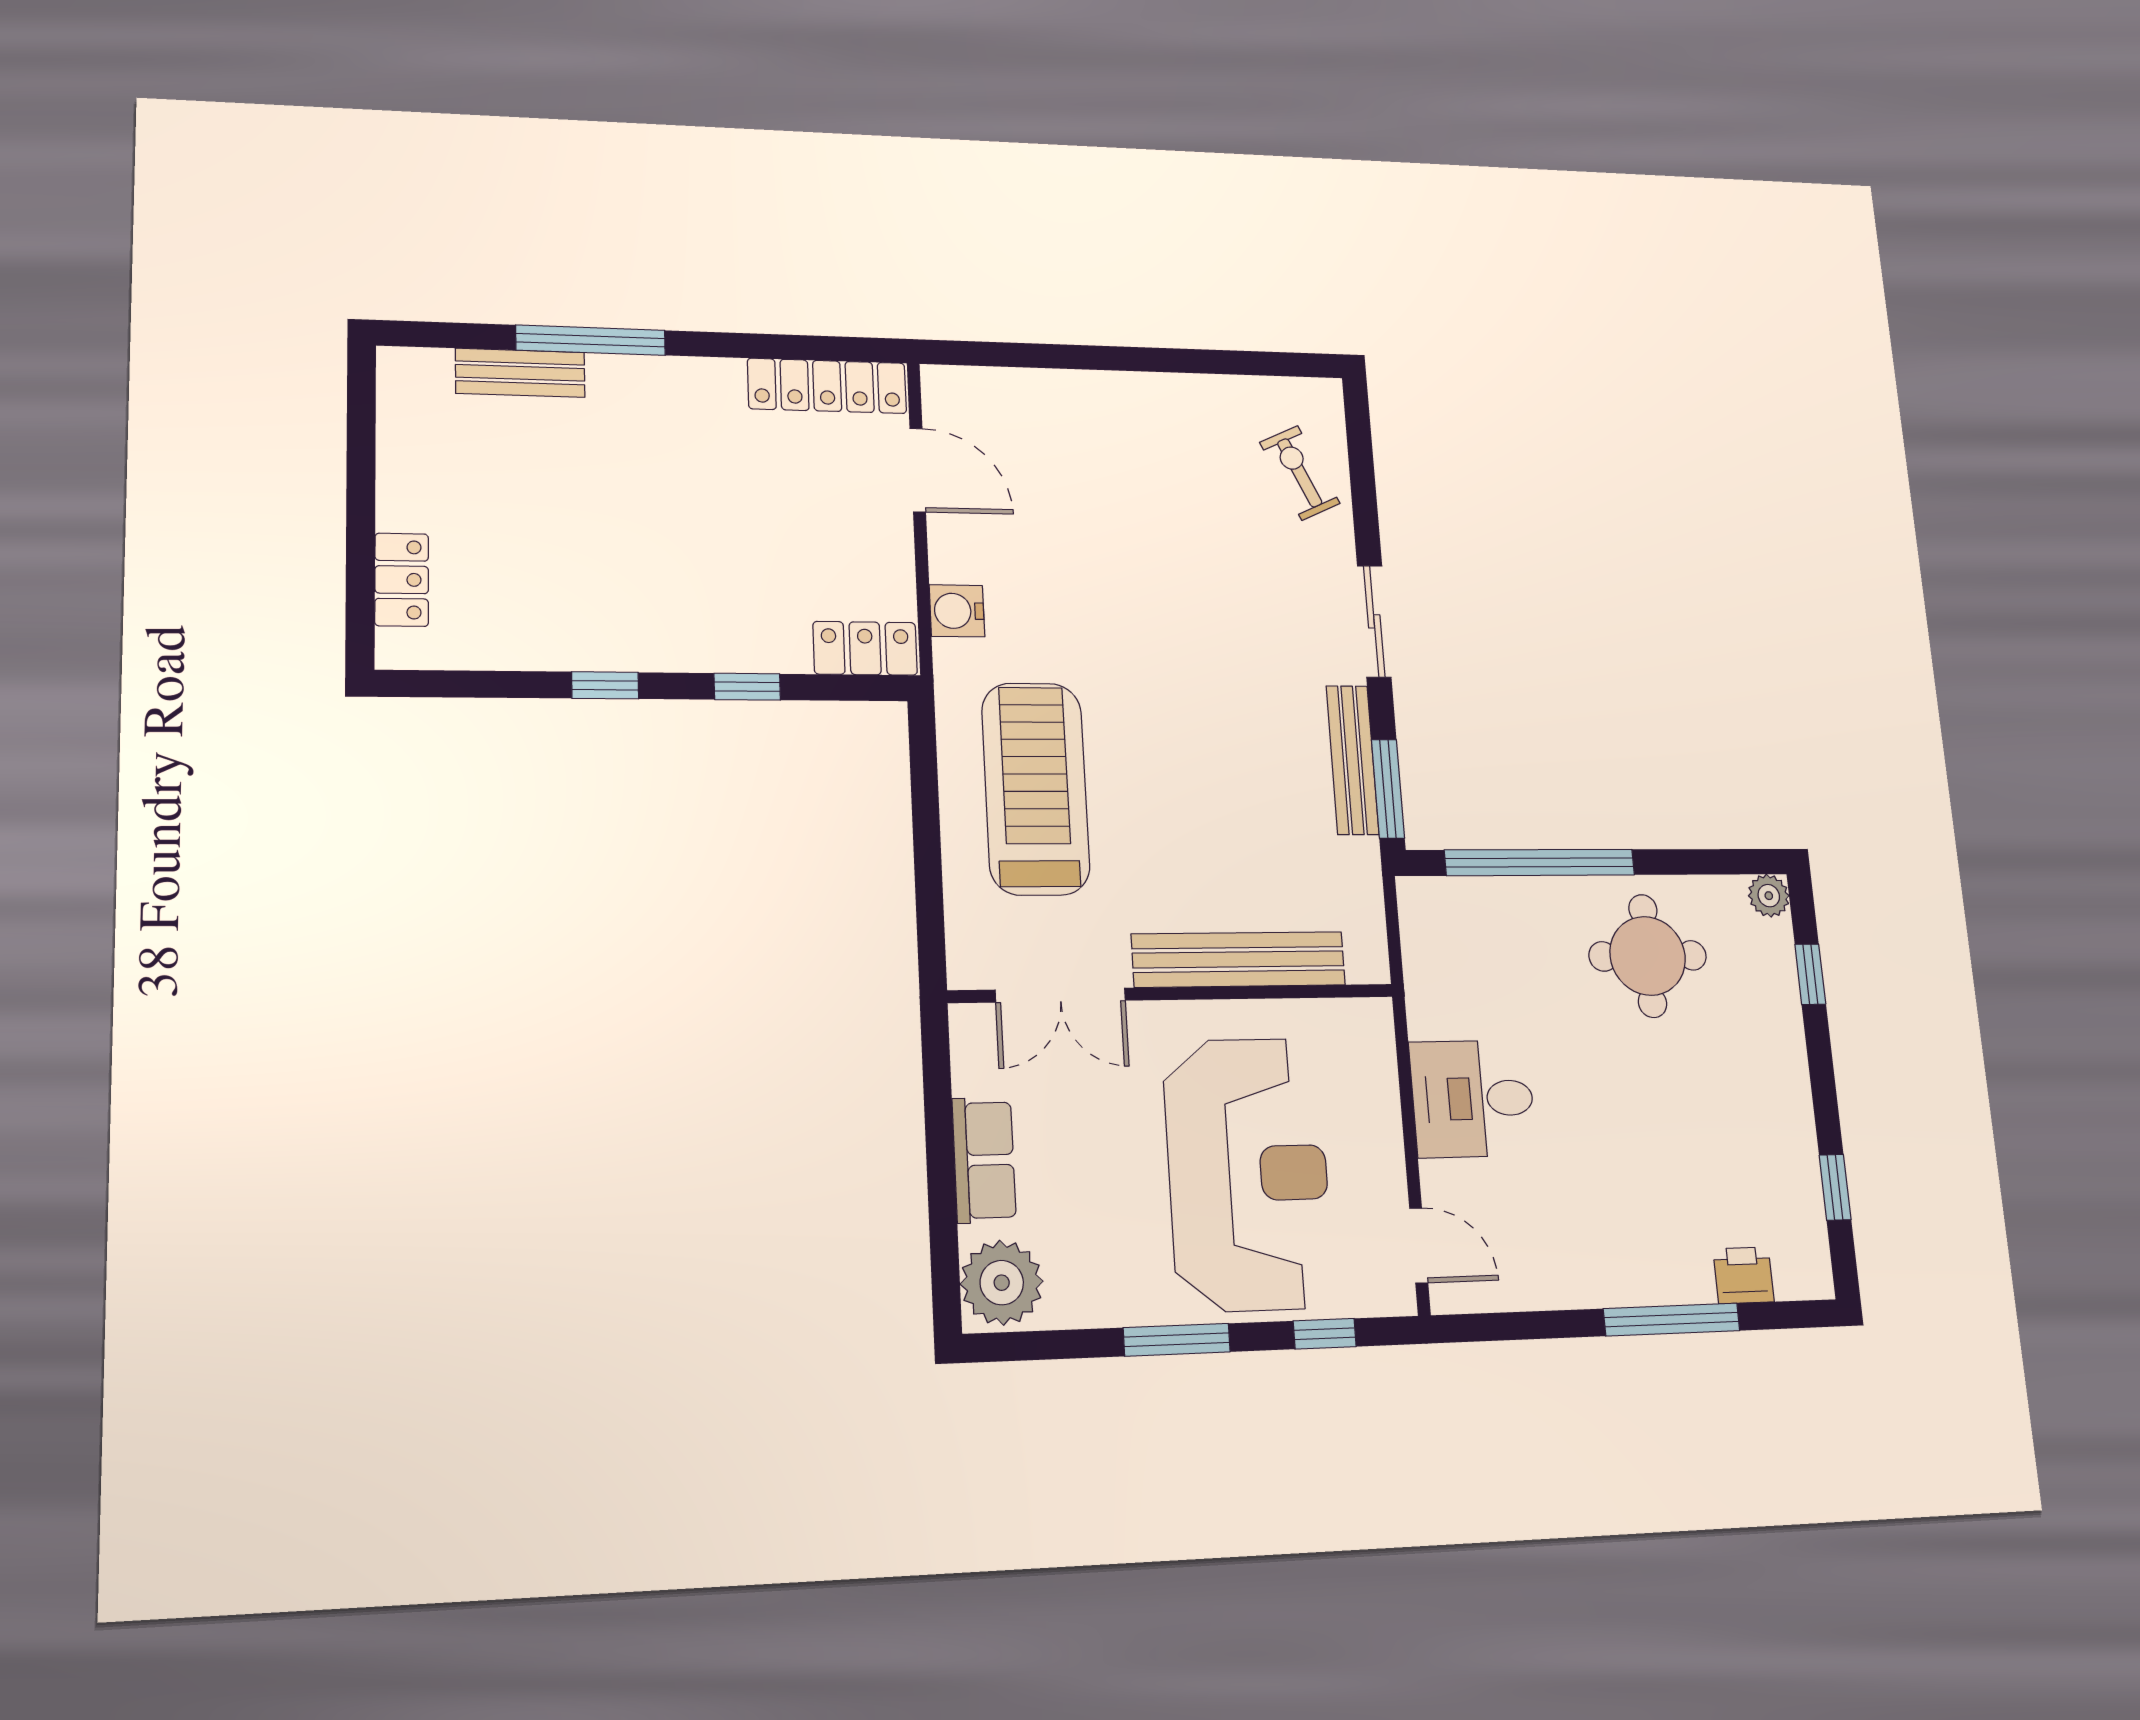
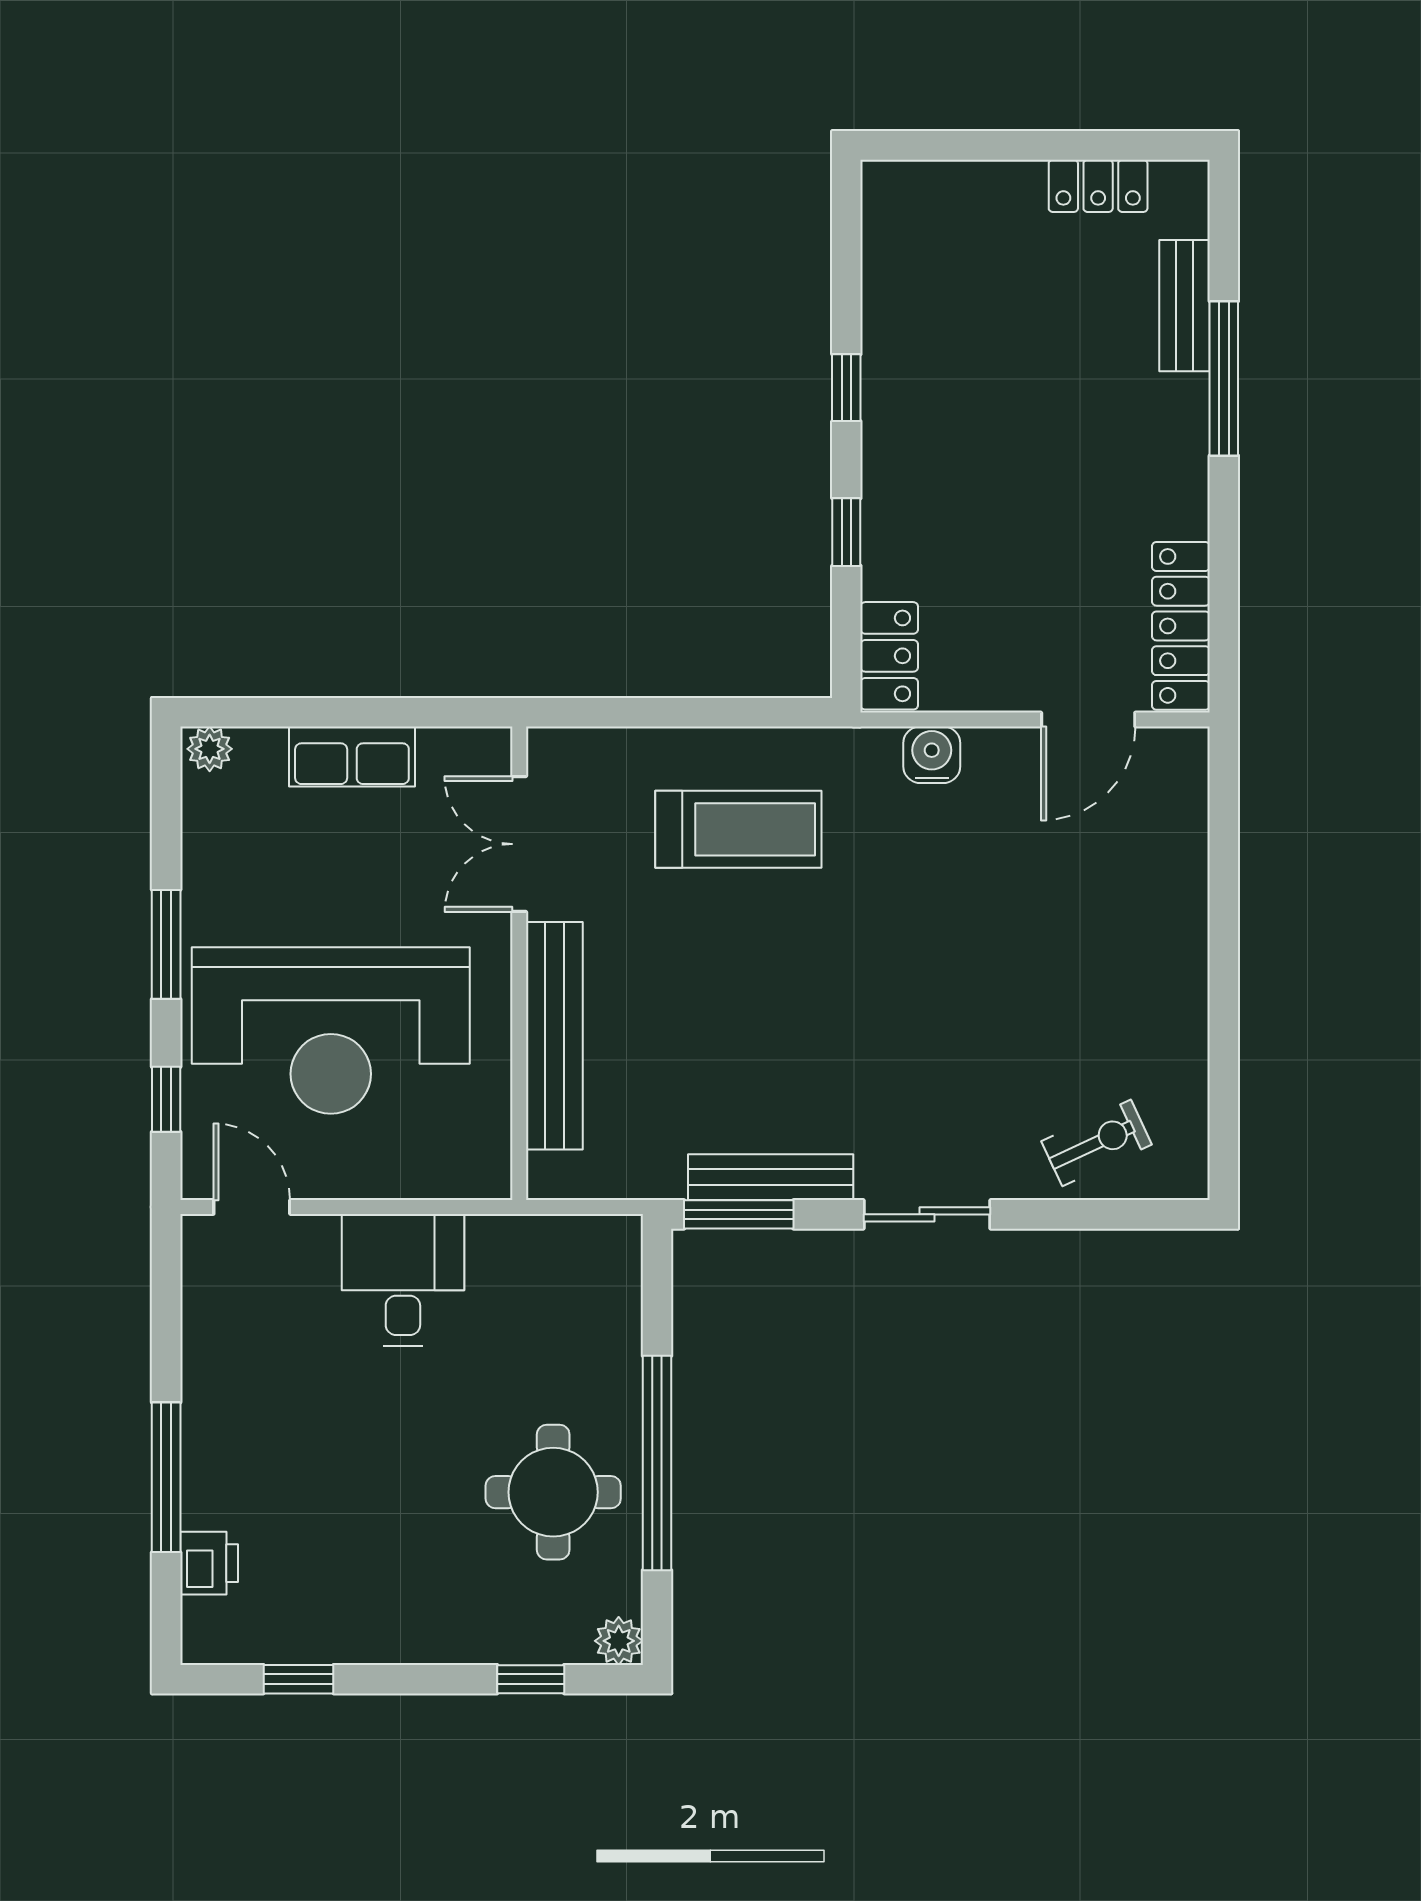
locker: (402, 580) -> (1098, 186), moved
treadmill: (1036, 788) -> (738, 829), width x0.73, depth x0.73
window: (1540, 862) -> (657, 1463), moved
door: (1419, 1246) -> (252, 1207), swing flipped
plant: (1002, 1283) -> (210, 749), width x0.53, depth x0.53

